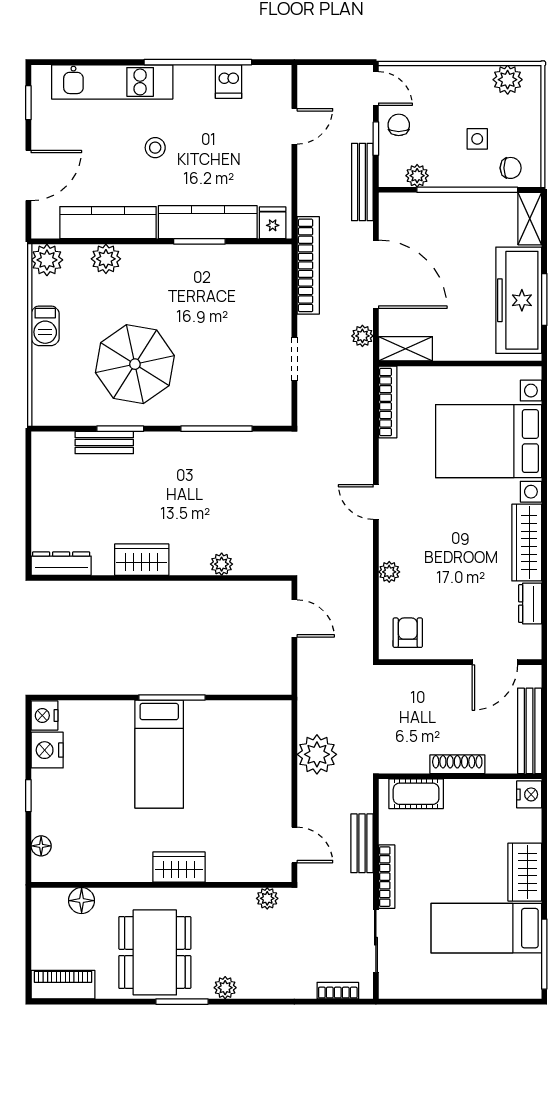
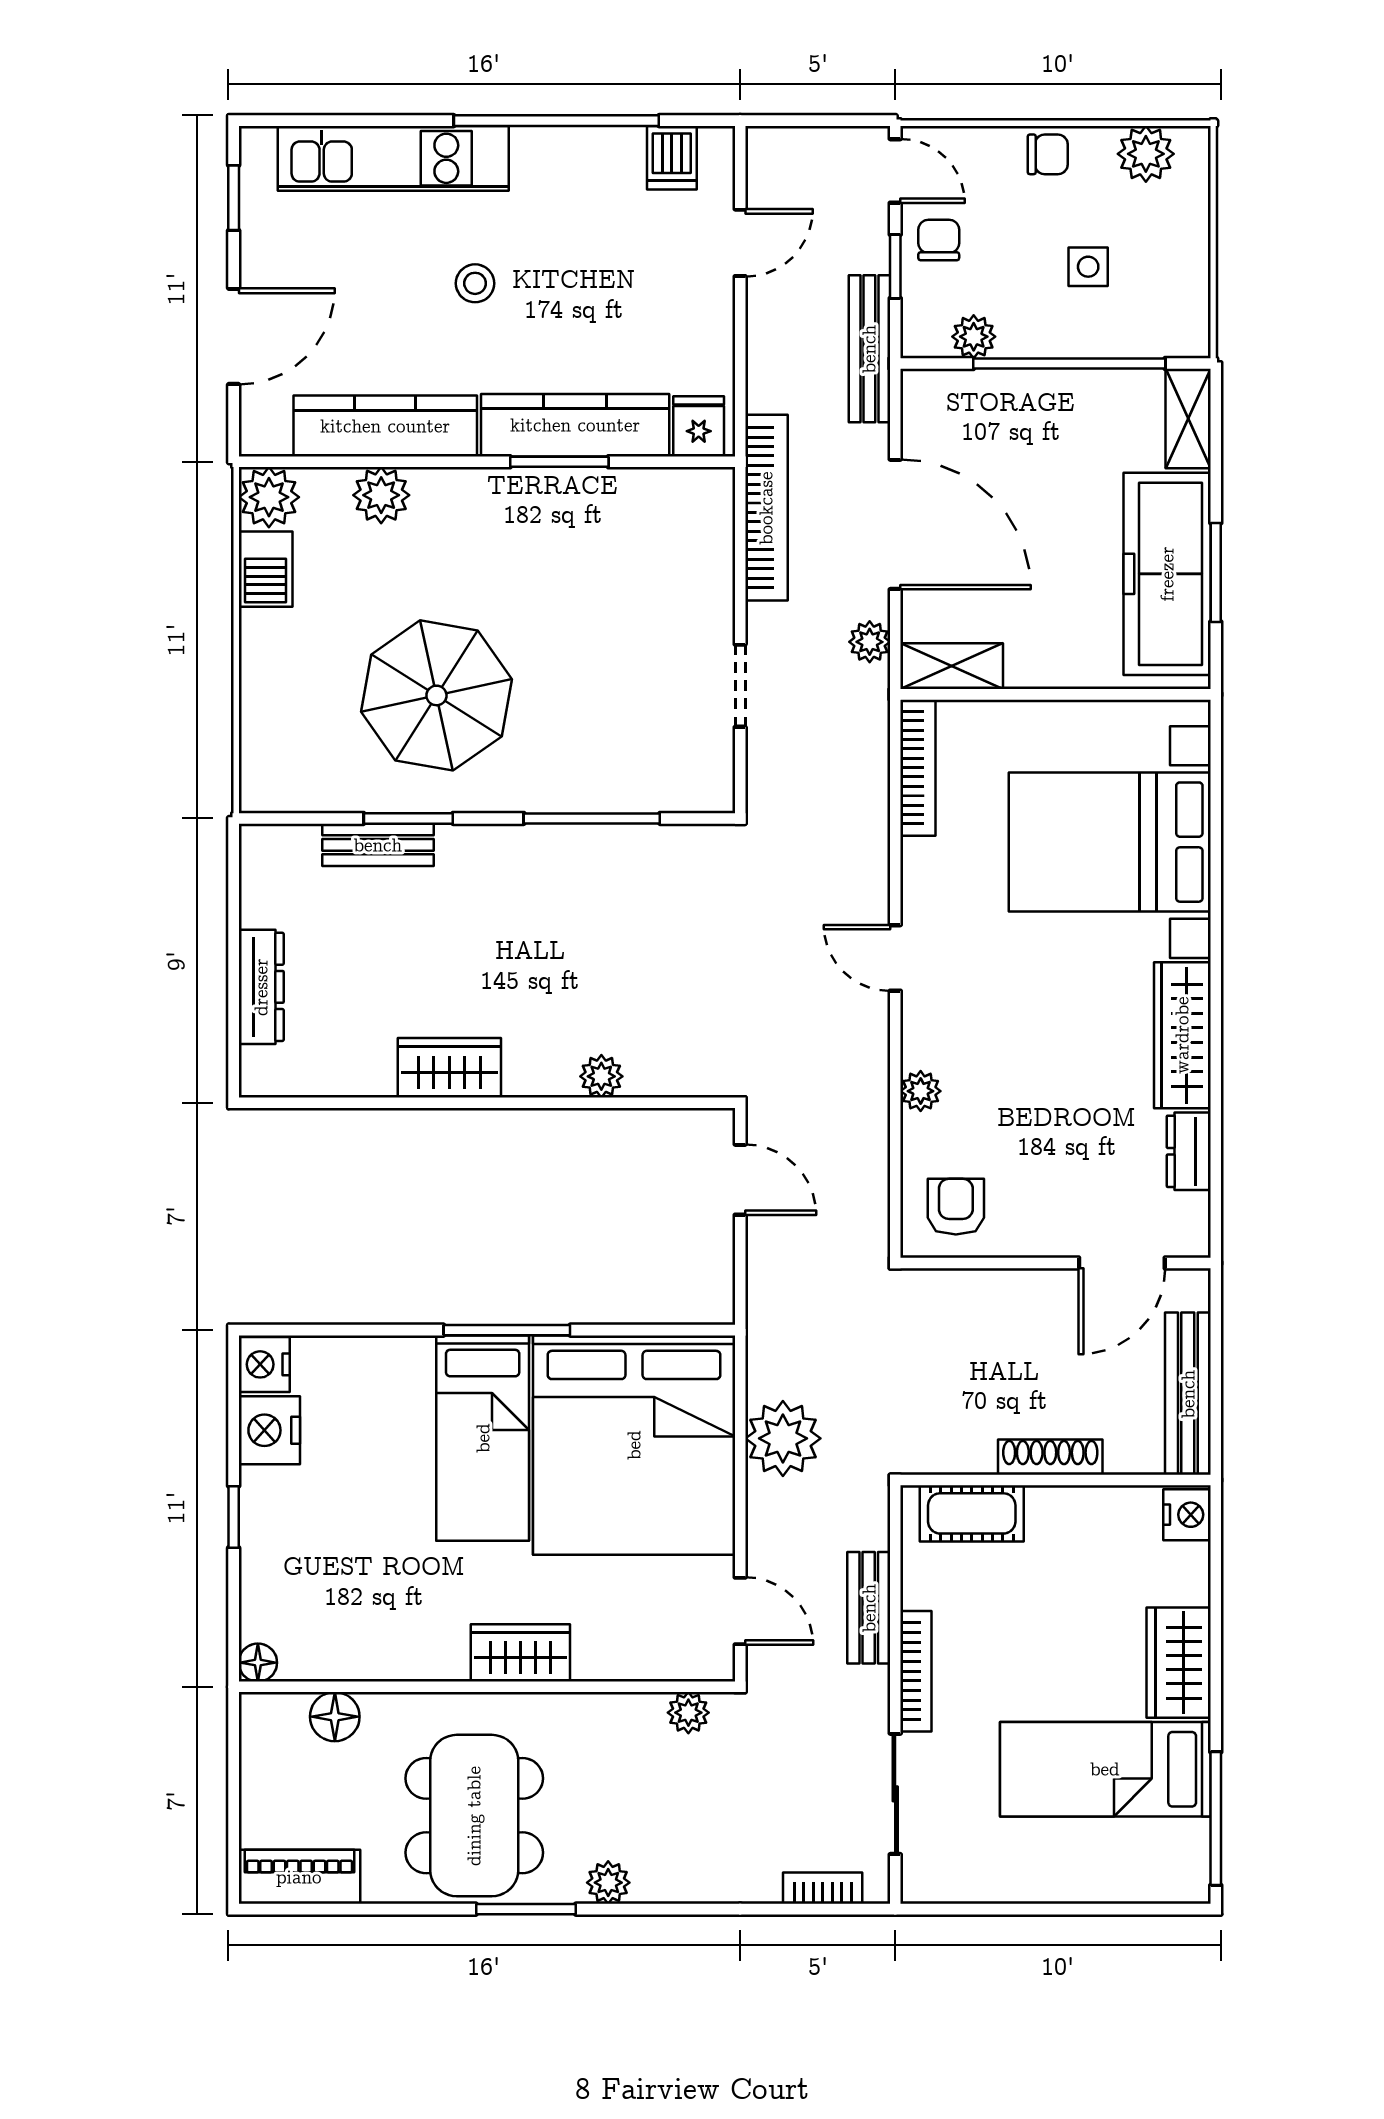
dishwasher: (229, 82) -> (672, 158), moved
chair: (511, 168) -> (1048, 154), moved
barbecue: (45, 326) -> (266, 569), moved
dresser: (61, 564) -> (261, 987), moved, turned 90
bed: (239, 758) -> (634, 1445), added
floor lamp: (41, 846) -> (258, 1663), moved

